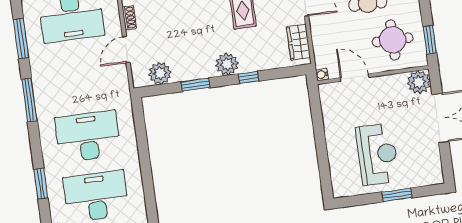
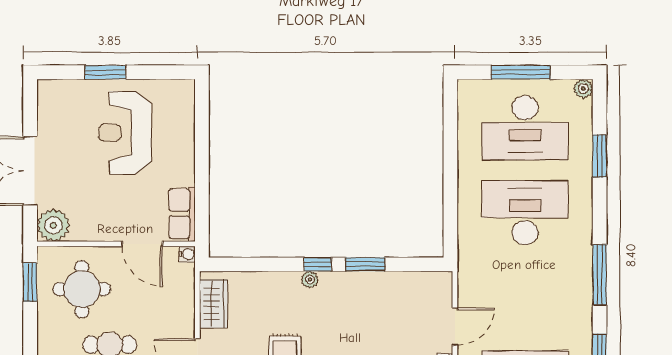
plant: (227, 64) -> (310, 280), width x0.53, depth x0.53
plant: (160, 73) -> (413, 287), removed
window: (249, 77) -> (318, 264), moved
row of seats: (329, 103) -> (182, 214), added
desk: (88, 136) -> (525, 213), turned 180

